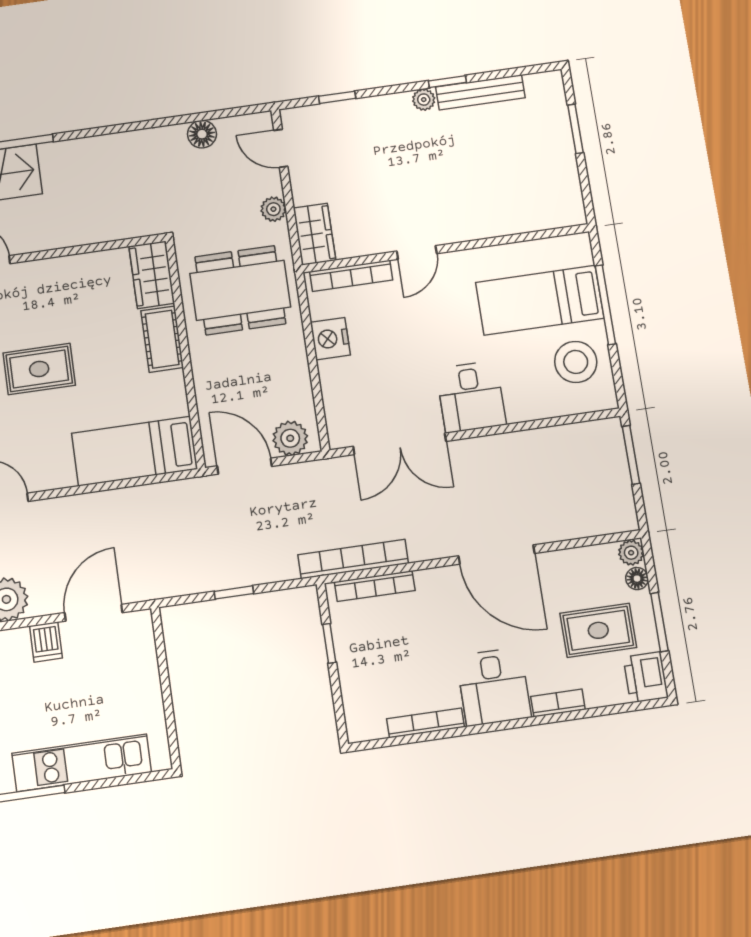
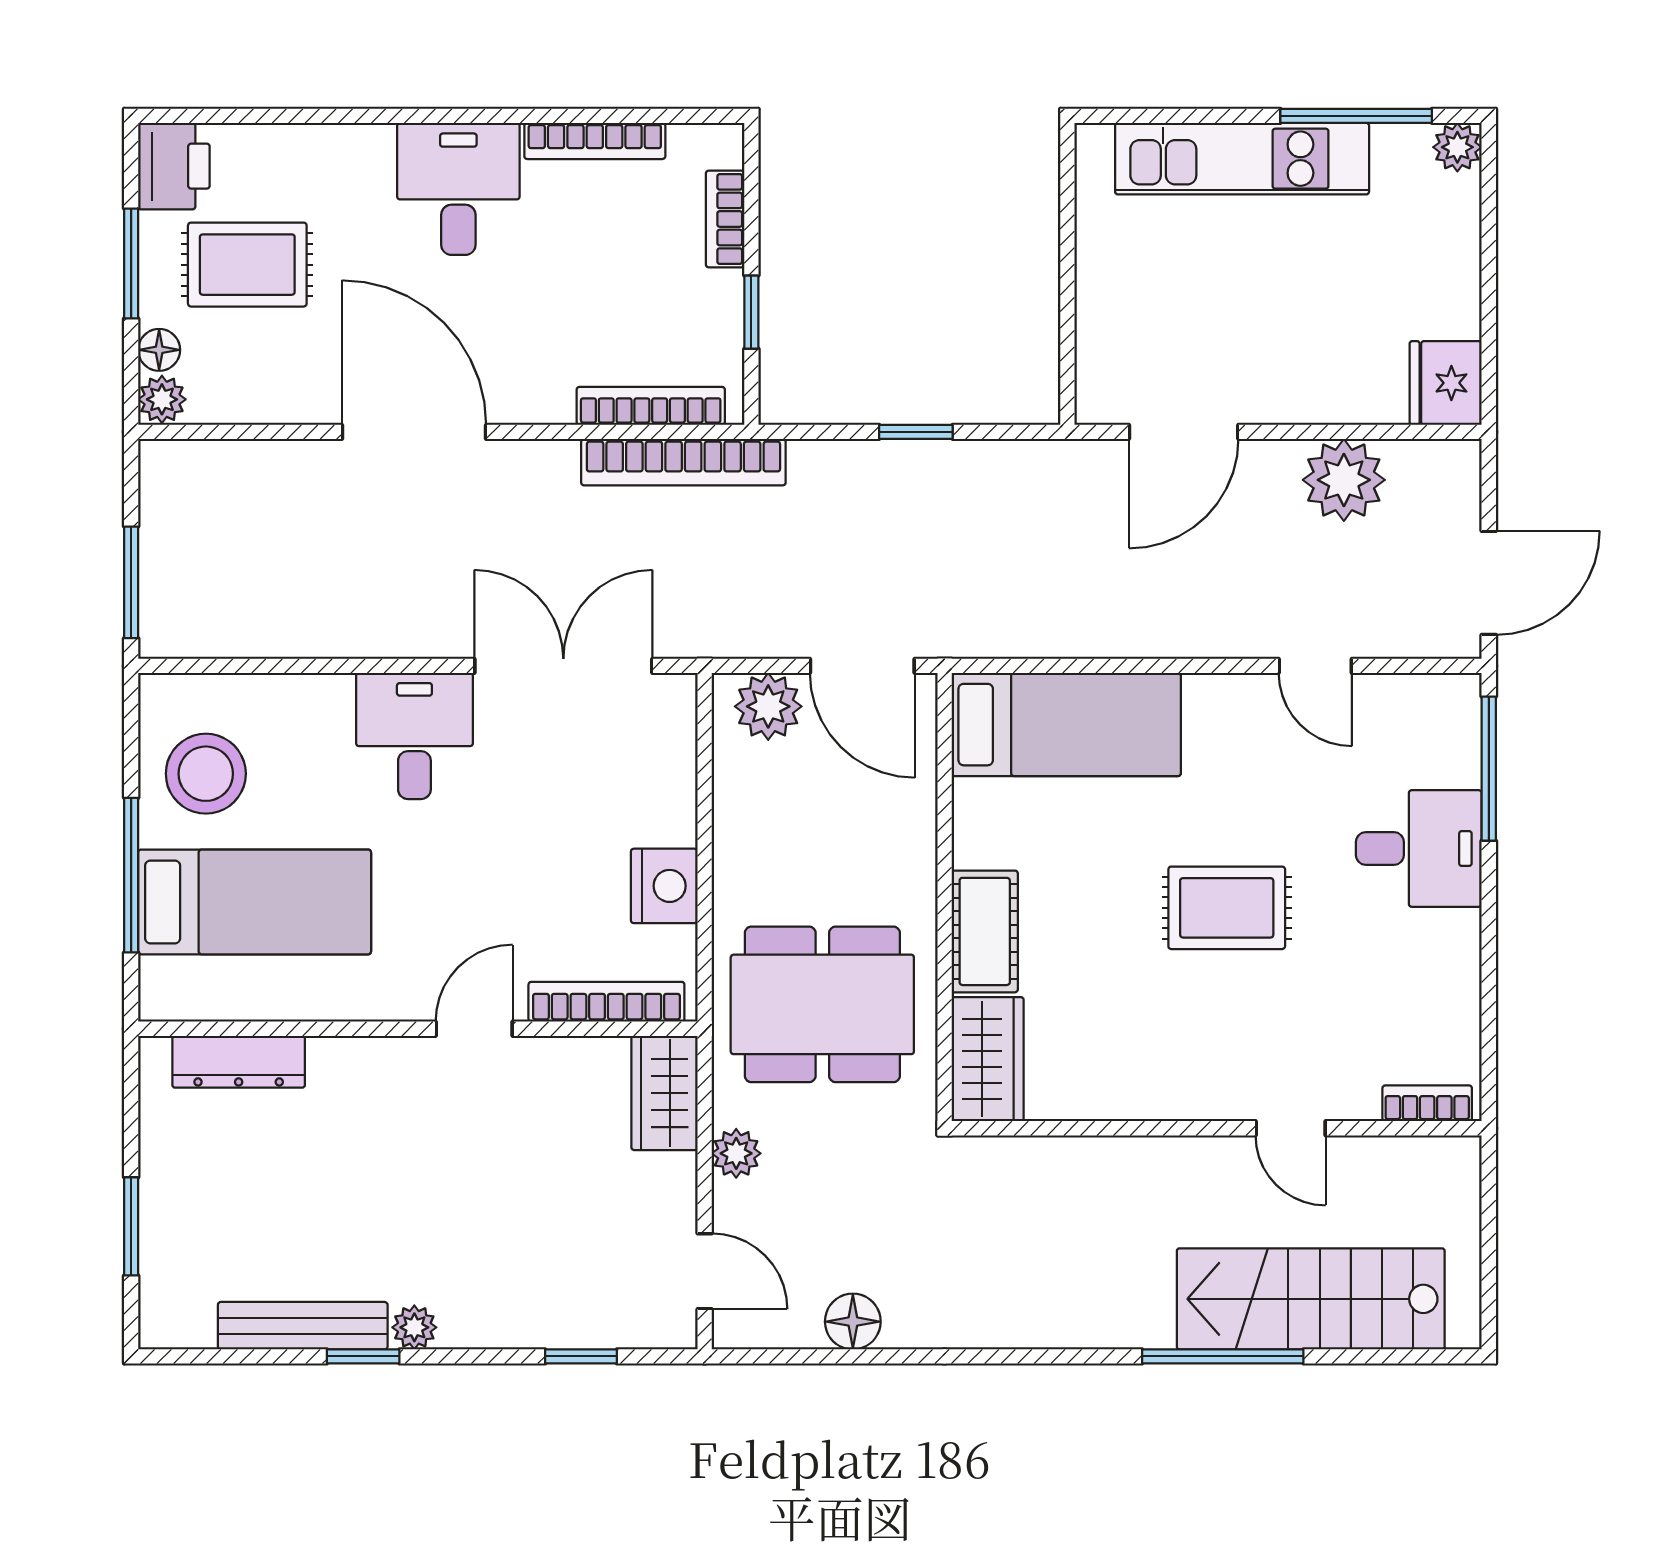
dresser: (535, 219) -> (239, 1062), added
dishwasher: (46, 642) -> (1280, 390), removed
bookcase: (558, 703) -> (725, 219), moved, turned 90

